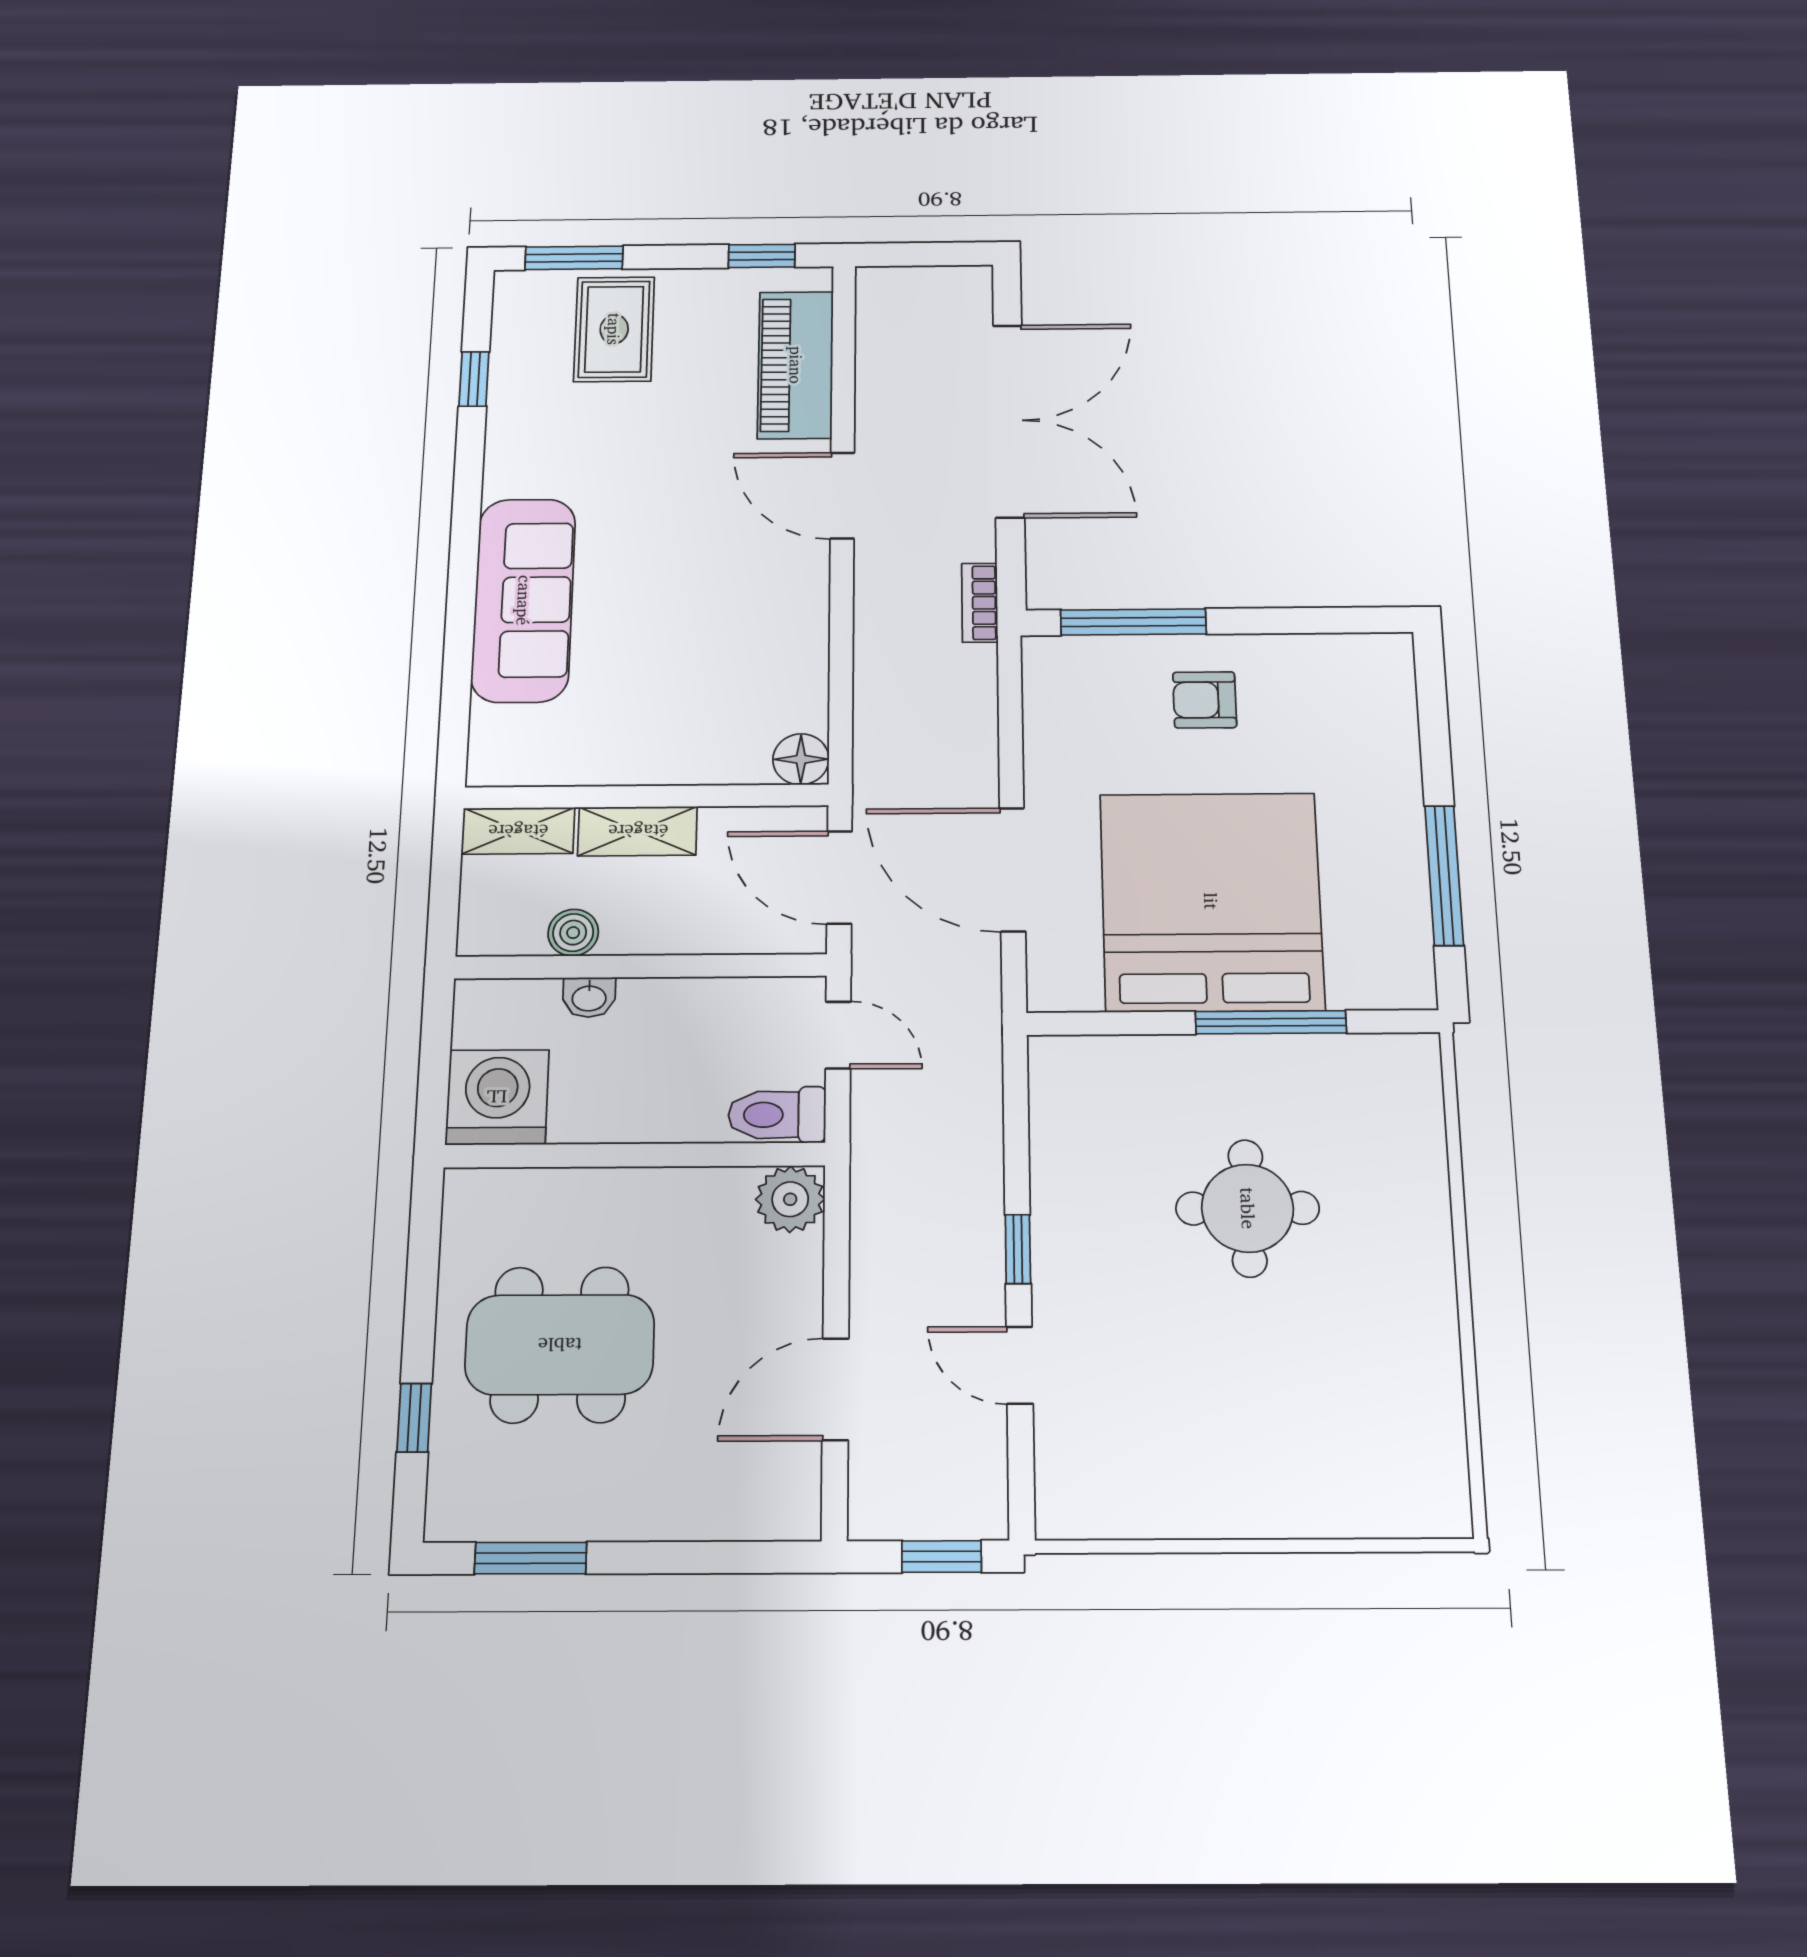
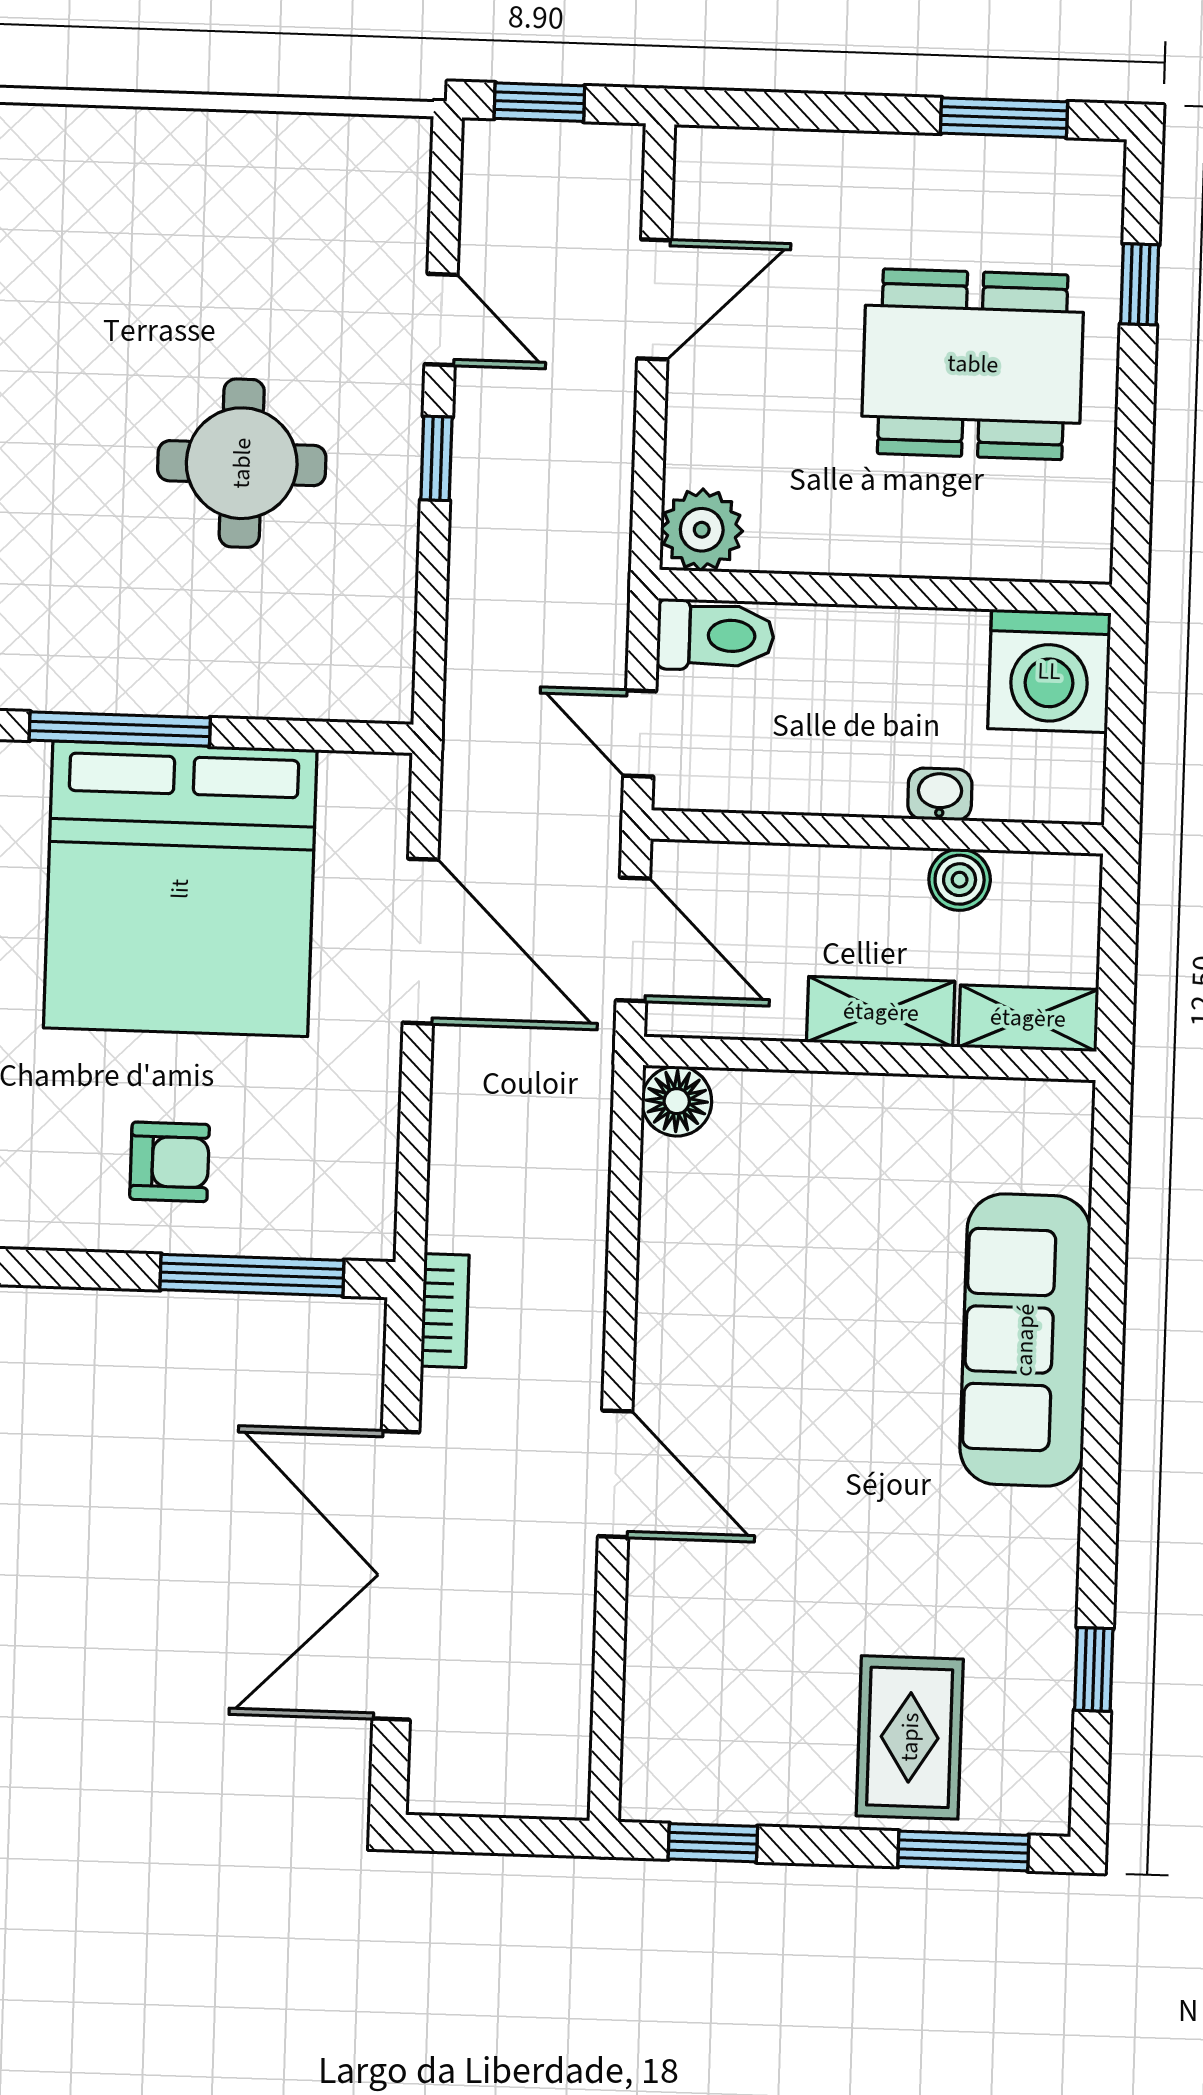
piano: (796, 365) -> (671, 1672), removed
round table: (1248, 1208) -> (242, 463), moved

